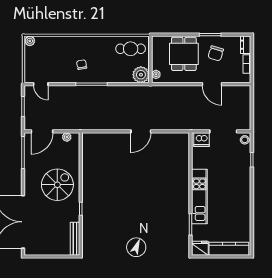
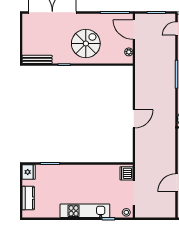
door: (141, 131) -> (134, 119), swing flipped
spiral stairs: (57, 185) -> (86, 44), turned -90
kitchen unit: (199, 196) -> (85, 211), moved, turned 180
kitchen counter: (229, 249) -> (28, 198), width x0.67

